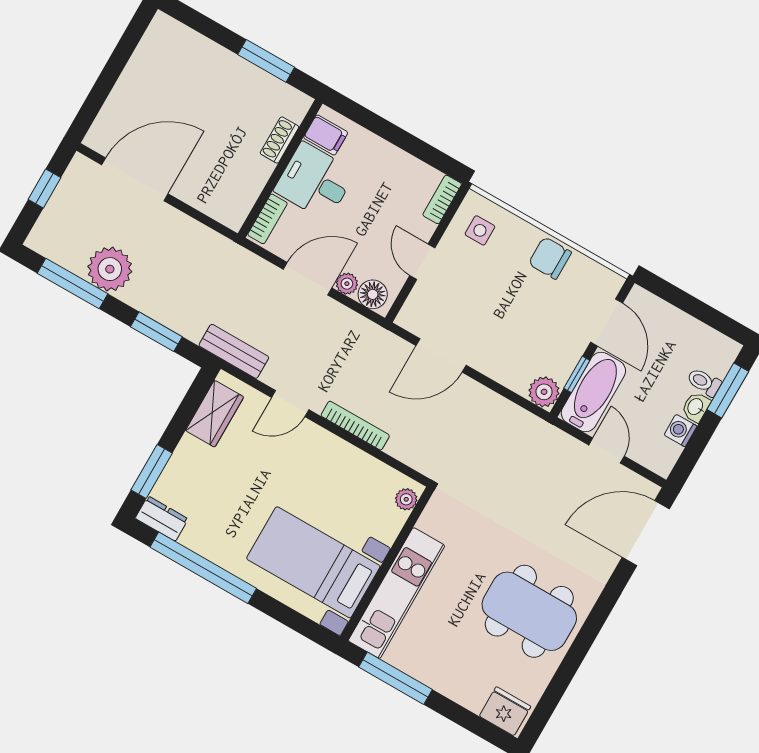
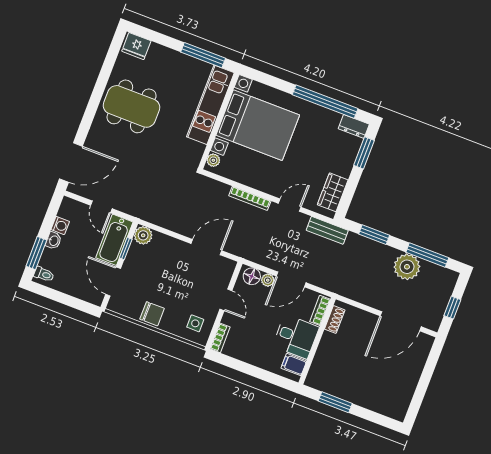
shoe rack: (279, 140) -> (335, 320), moved
toilet: (704, 382) -> (44, 274), moved
bed with nightstands: (313, 562) -> (258, 125), width x1.36

